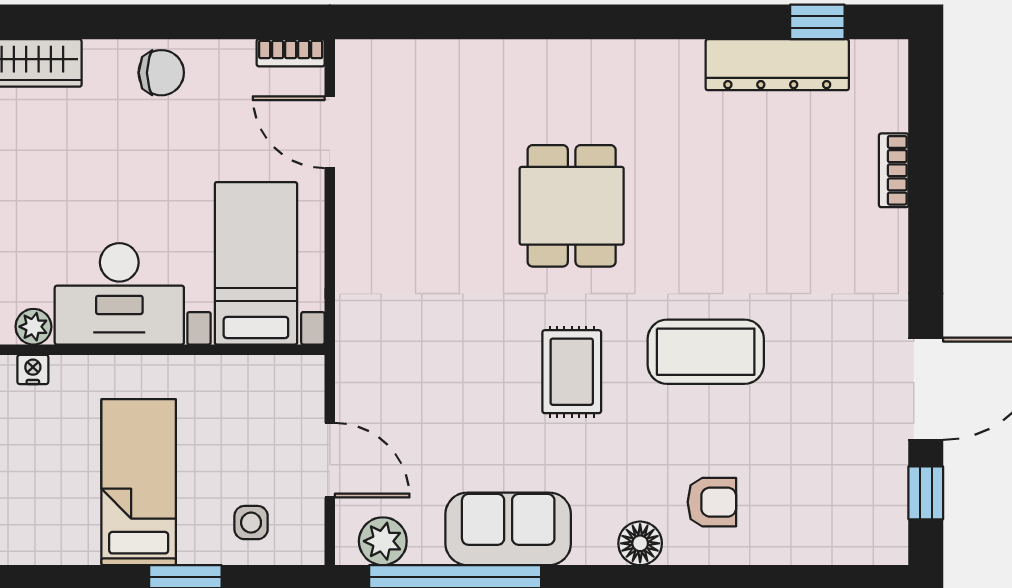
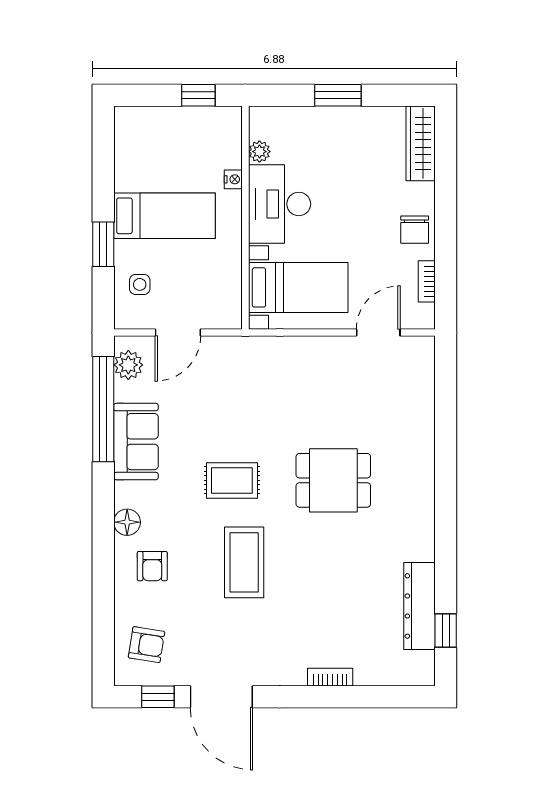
bookcase: (291, 53) -> (427, 281), moved
bookcase: (894, 170) -> (330, 677), moved
nightstand: (33, 369) -> (233, 179), moved
armchair: (840, 512) -> (146, 645), added

